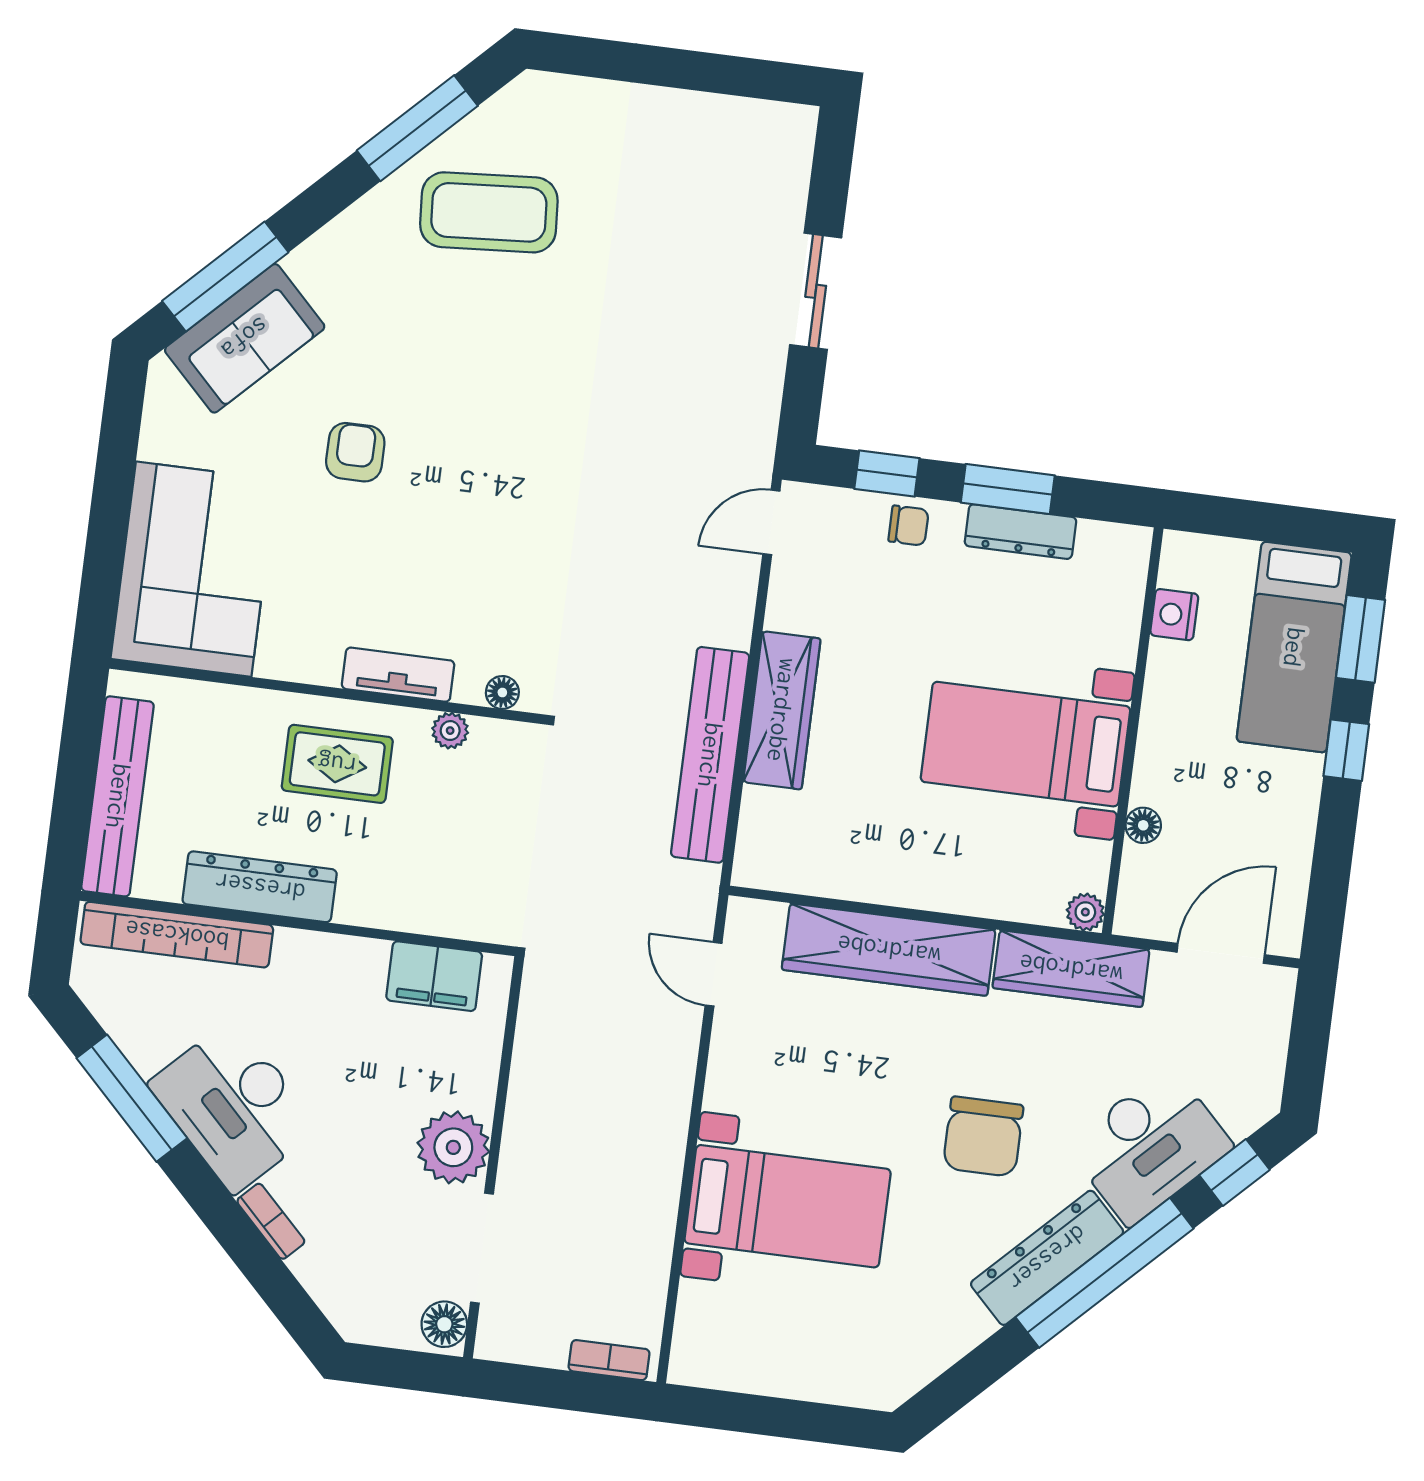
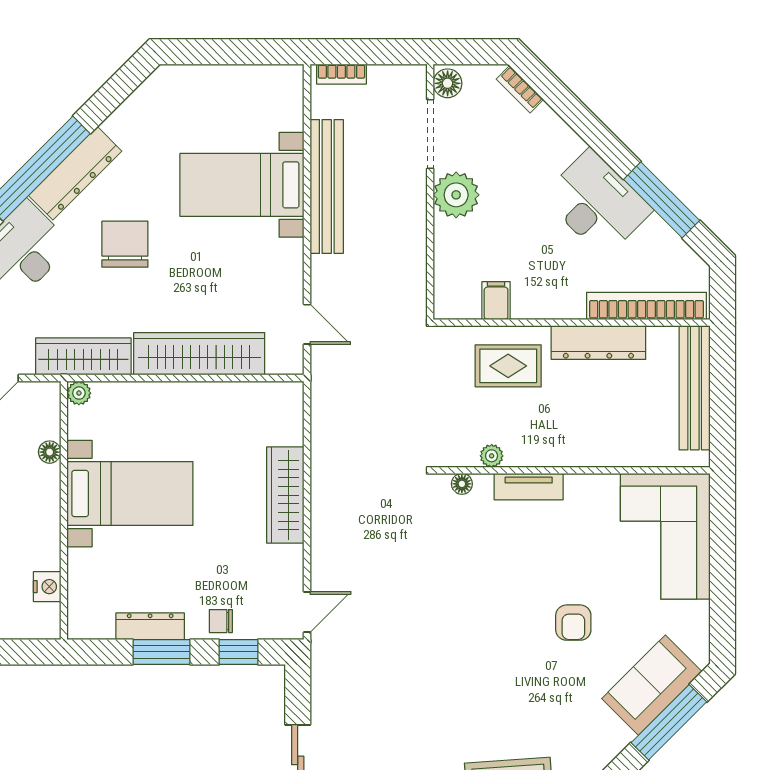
bench: (710, 755) -> (327, 186), moved
rug: (337, 764) -> (508, 366), moved
filing cabinet: (434, 976) -> (496, 301), width x0.50
bookcase: (271, 1221) -> (520, 89), moved

